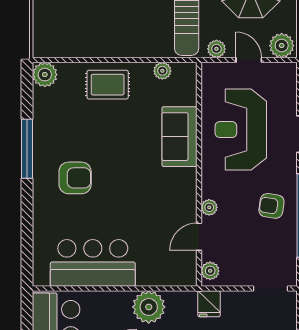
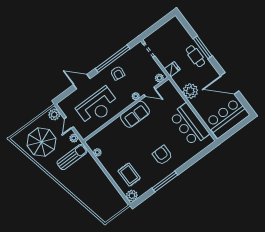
rug: (108, 85) -> (129, 175), moved
sofa: (179, 137) -> (135, 114), moved

